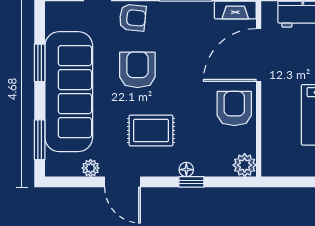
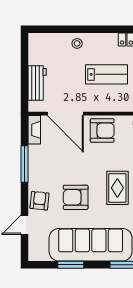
armchair: (234, 108) -> (102, 130), turned 180

